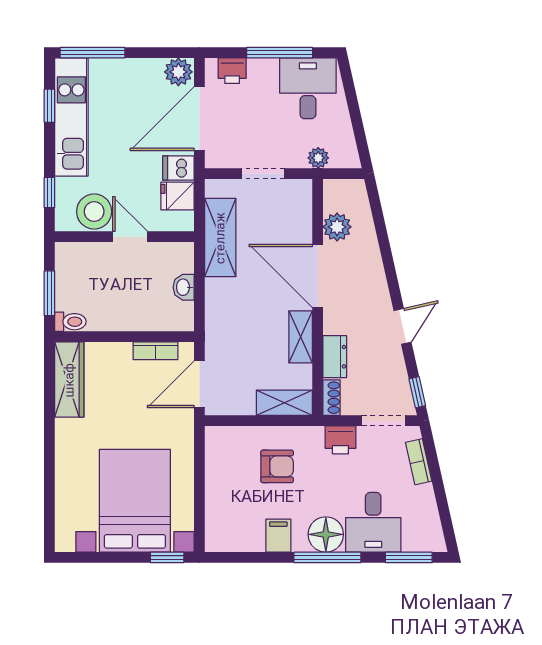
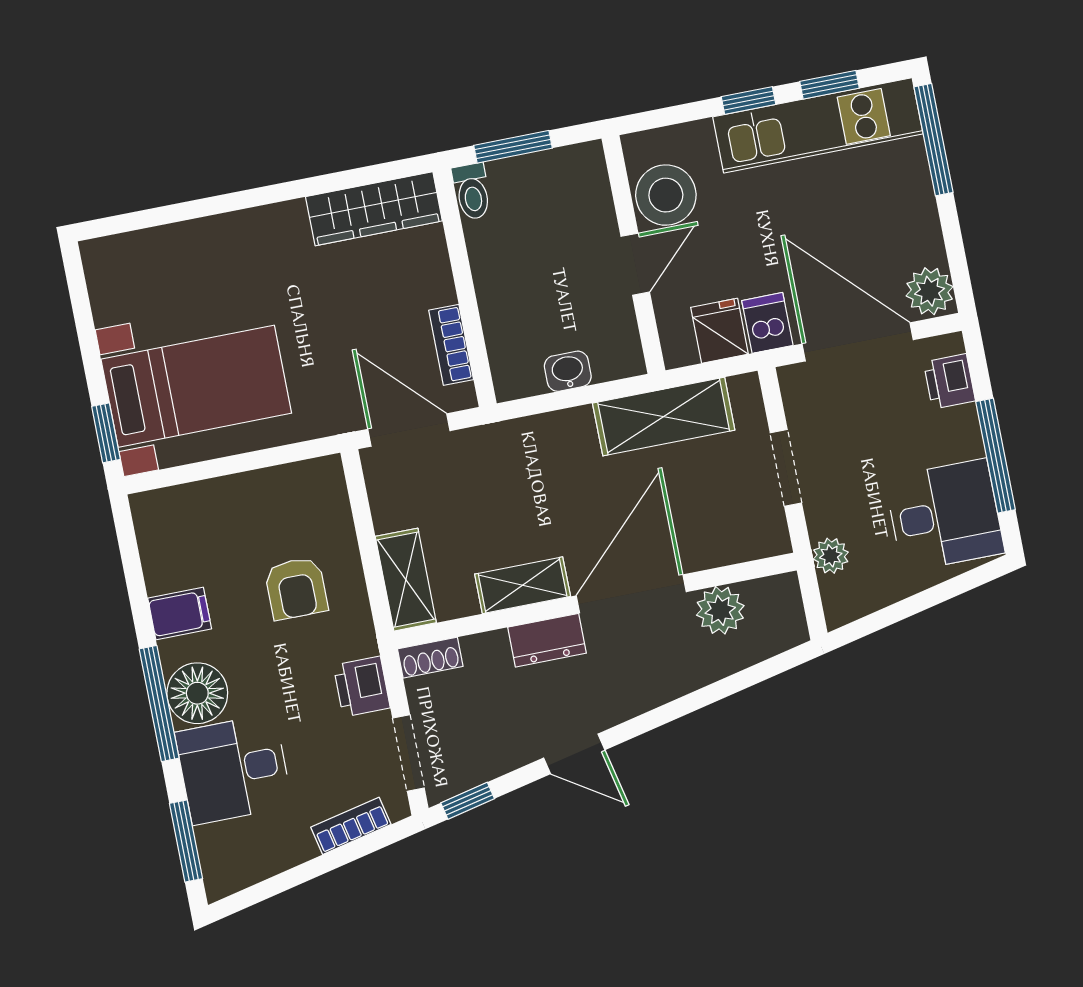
window: (49, 193) -> (749, 101), moved
dresser: (335, 357) -> (547, 640), moved
bed with nightstands: (135, 501) -> (196, 386), width x0.73

